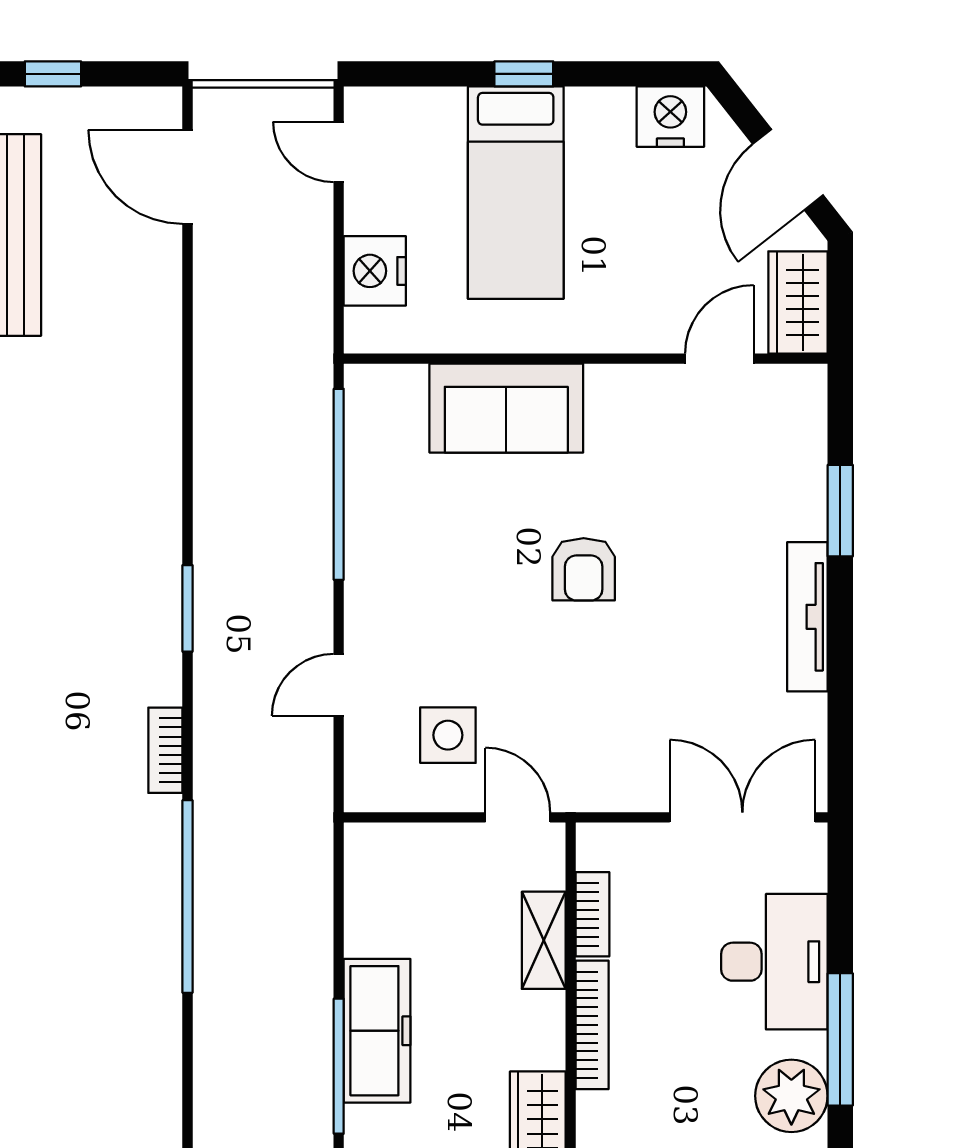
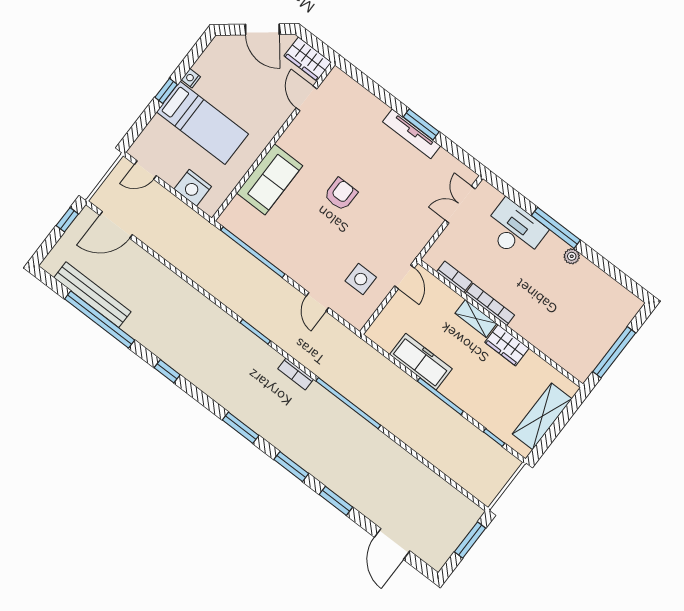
window: (53, 74) -> (67, 220), moved
nightstand: (670, 117) -> (191, 78), moved, width x0.53, depth x0.56
window: (840, 511) -> (421, 124), moved
armchair: (584, 569) -> (341, 194), turned -90
door: (518, 817) -> (405, 277), swing flipped
double door: (742, 817) -> (460, 204), width x0.73
shelving: (544, 940) -> (476, 318), moved
freezer: (377, 1031) -> (421, 362), moved
plant: (791, 1096) -> (572, 256), width x0.53, depth x0.53

